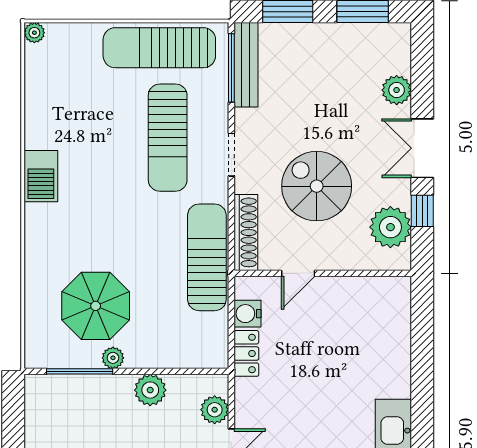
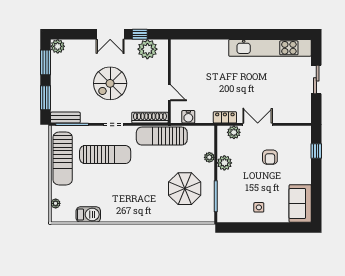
plant: (34, 33) -> (56, 203), moved
bench: (246, 65) -> (65, 118), width x0.73
plant: (397, 90) -> (58, 46), moved
barbecue: (41, 176) -> (88, 214), moved
spiral stairs: (317, 186) -> (110, 83), moved
locker: (246, 353) -> (225, 117), moved
plant: (113, 358) -> (209, 157), moved

